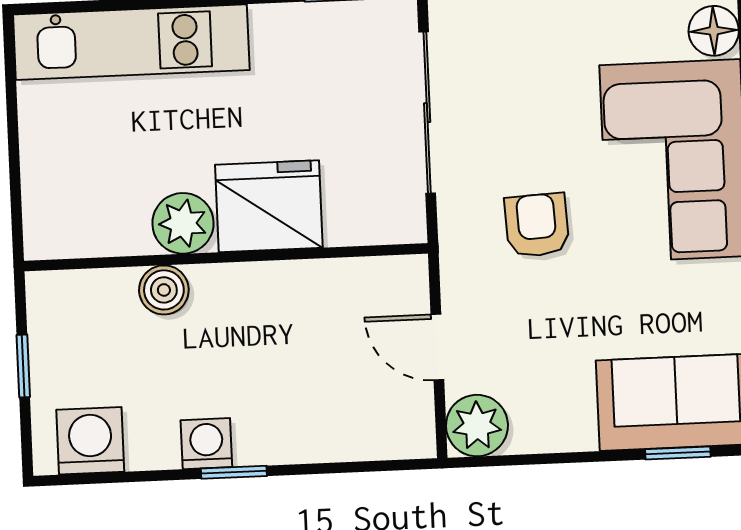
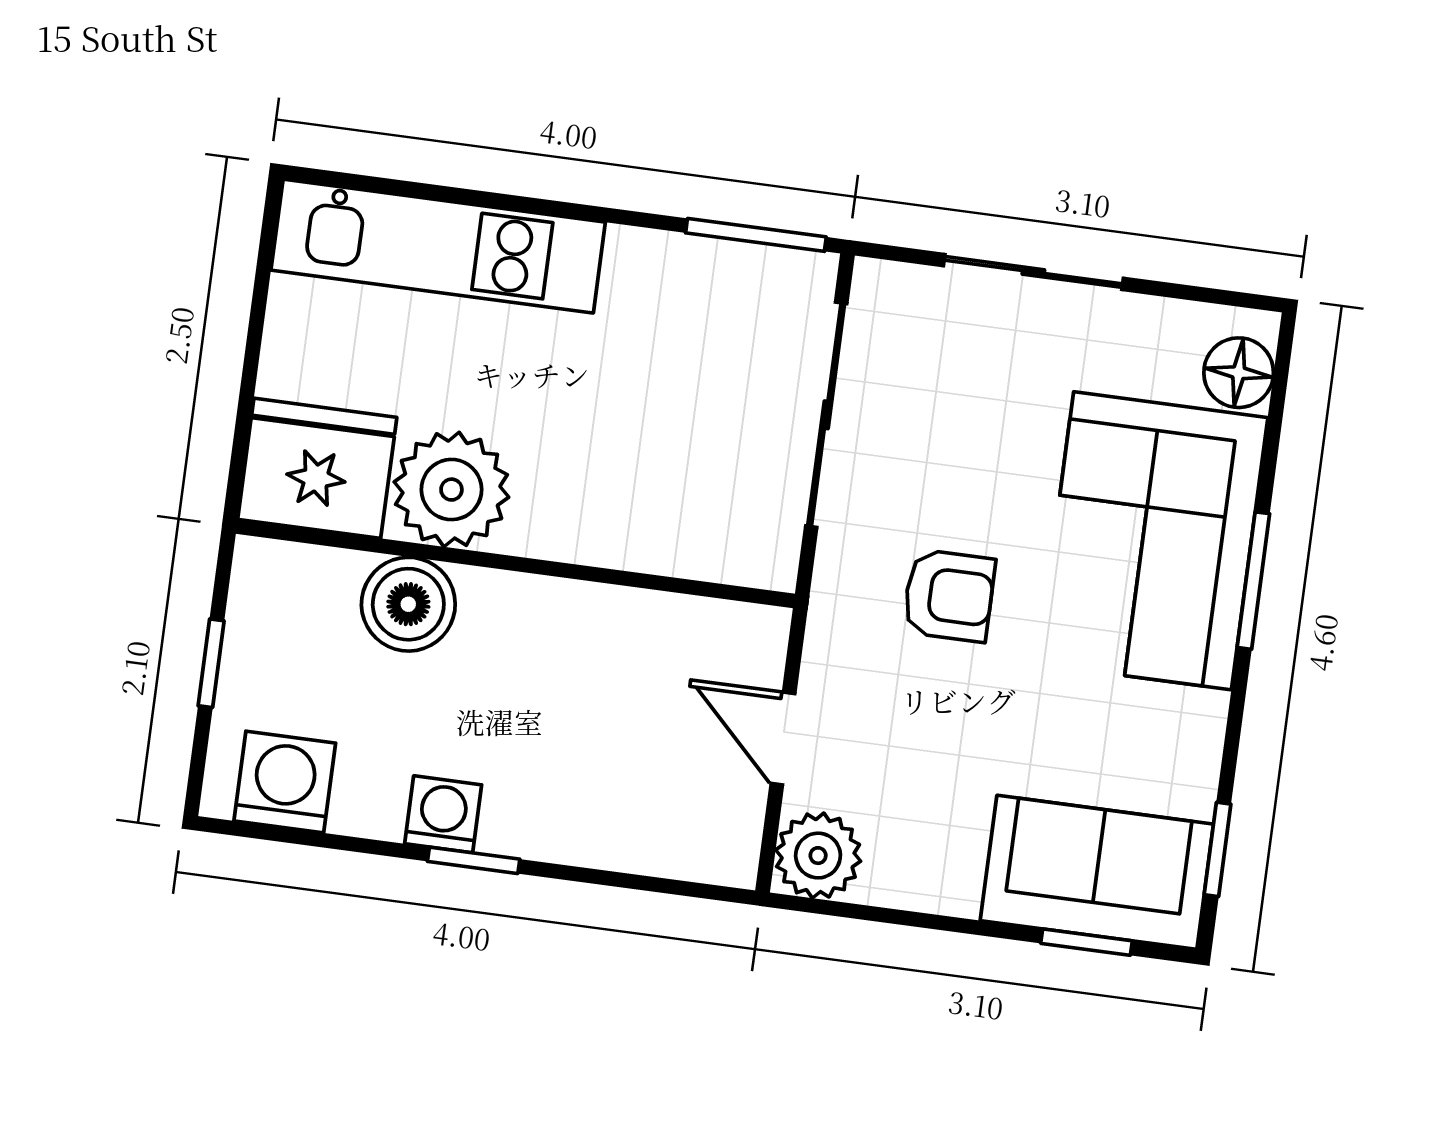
fridge: (269, 206) -> (317, 468), moved
plant: (183, 223) -> (451, 490), width x1.36, depth x1.36
armchair: (537, 225) -> (949, 596), turned 93
boiler: (164, 290) -> (408, 604), width x1.36, depth x1.36

